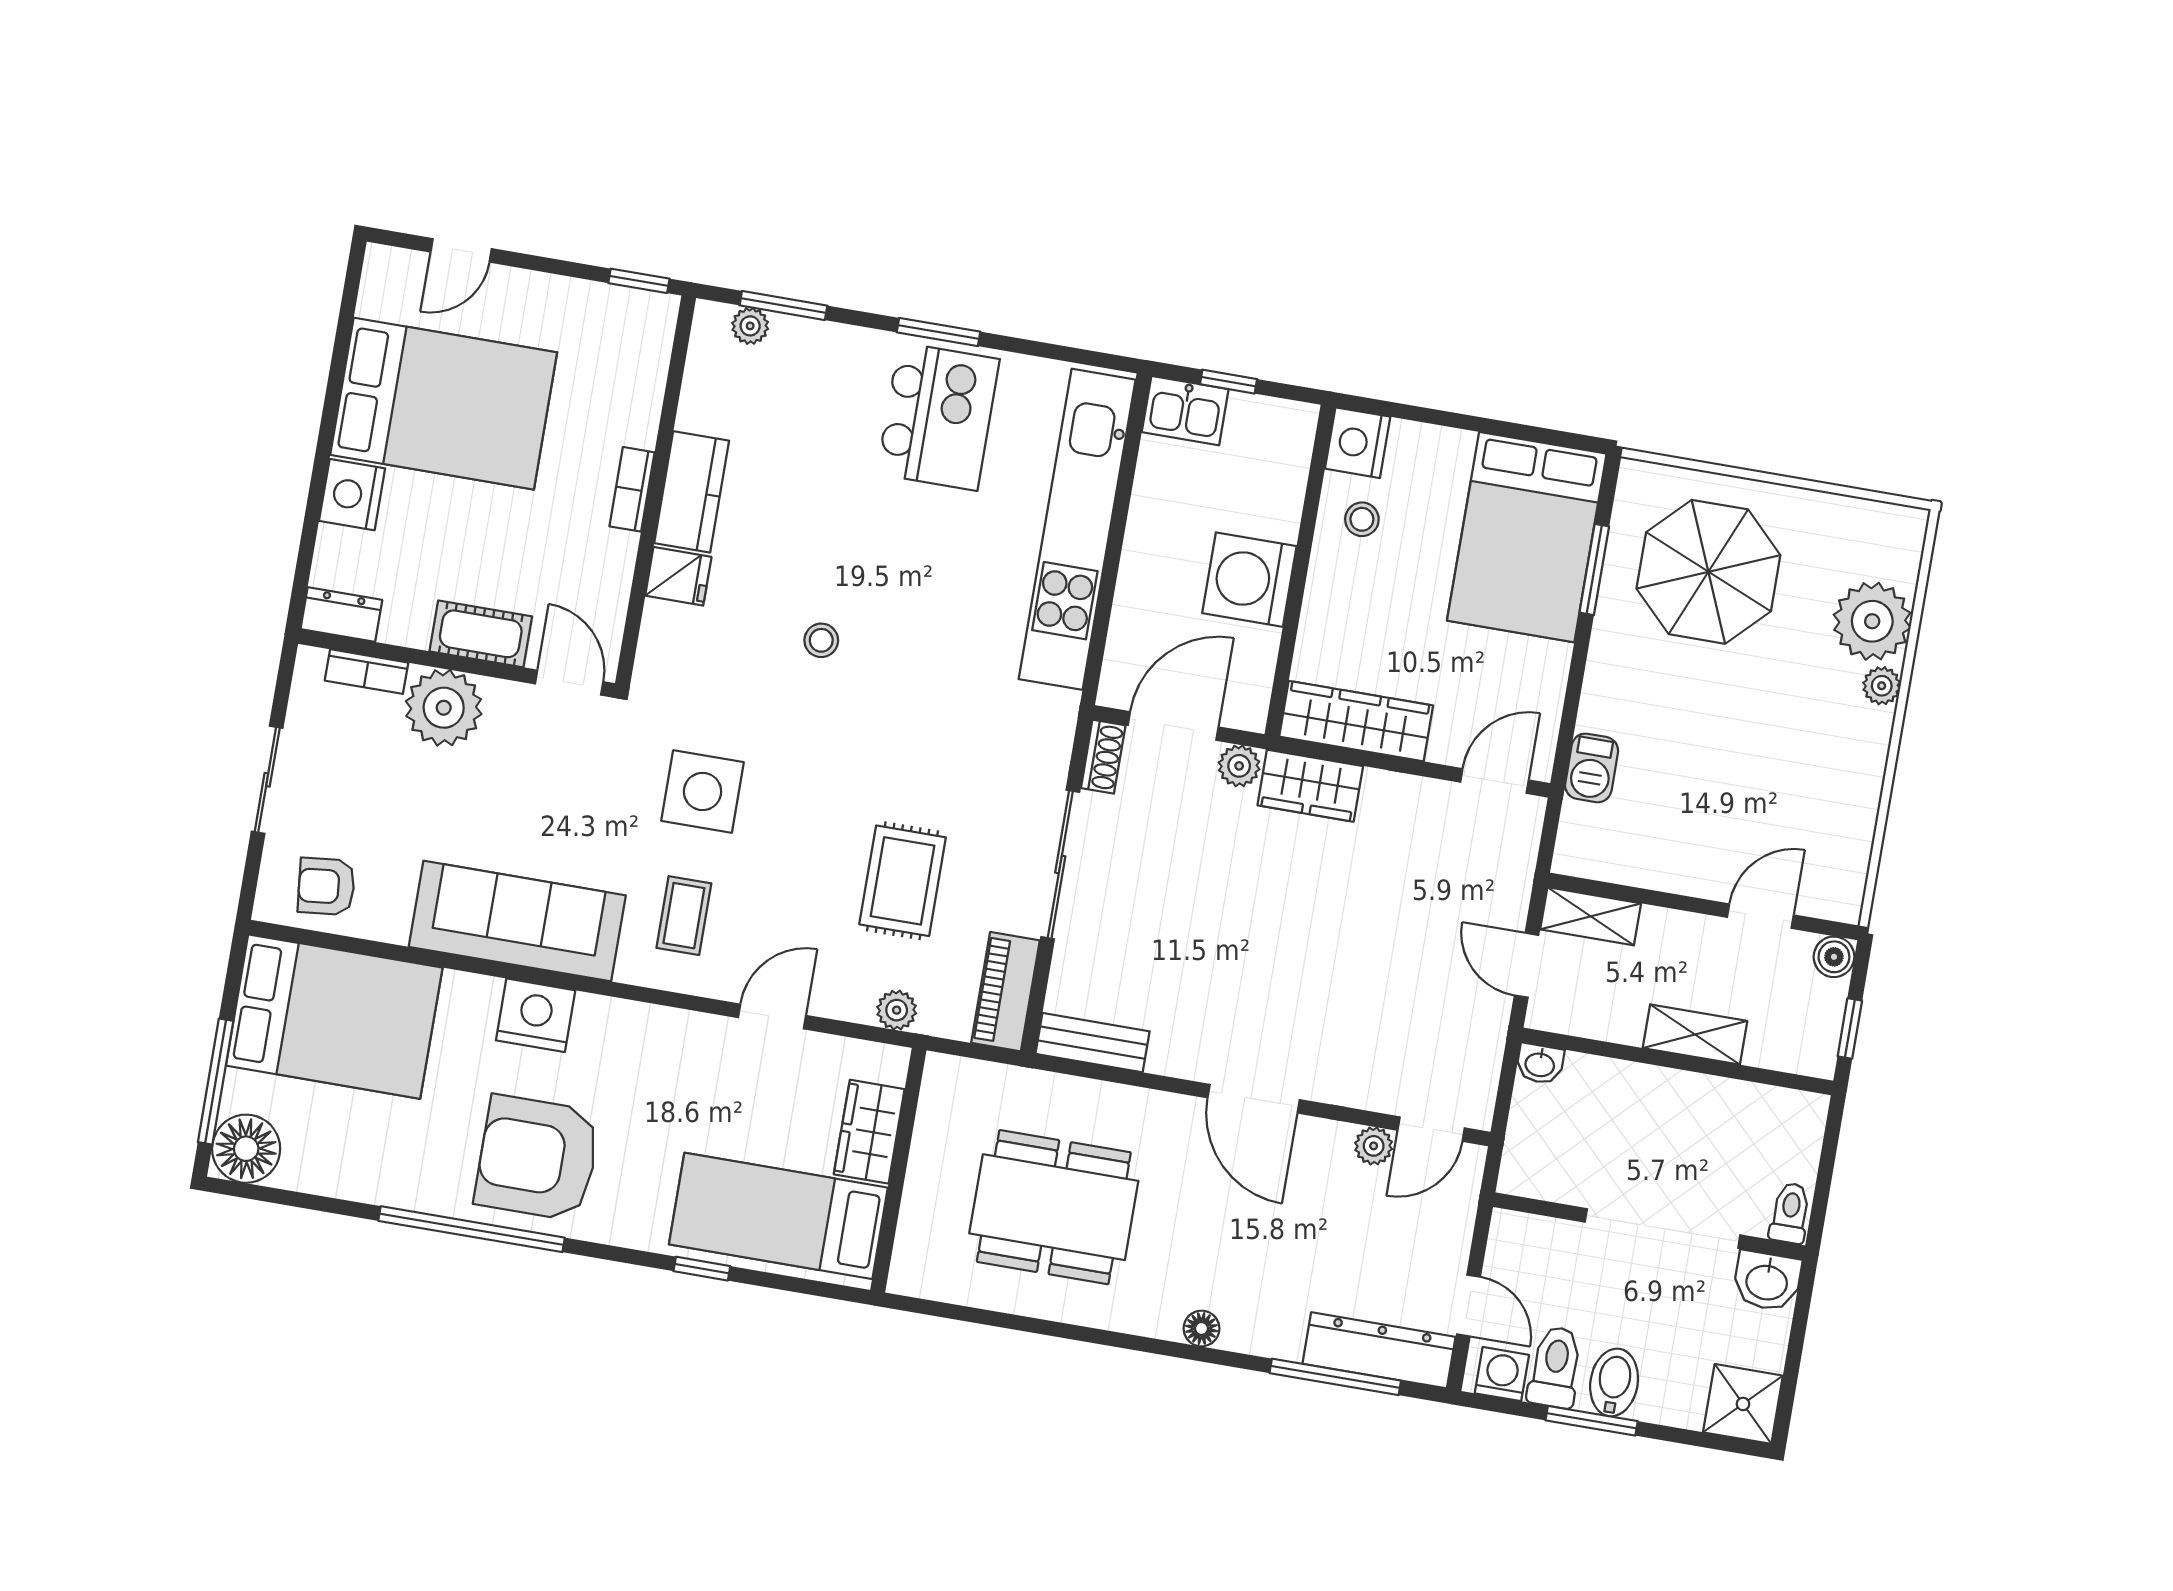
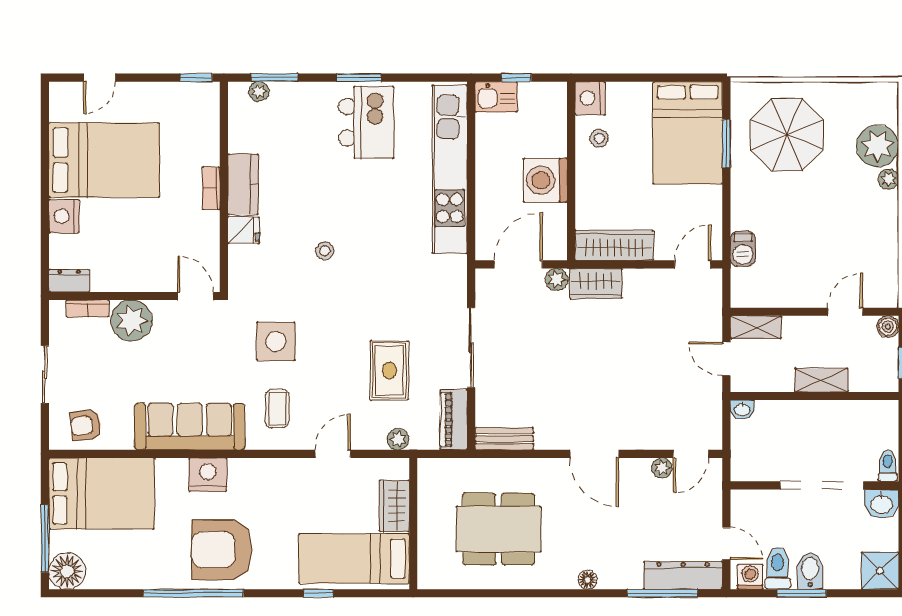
cot: (481, 634) -> (144, 278), removed
shoe rack: (1103, 757) -> (484, 287), removed

